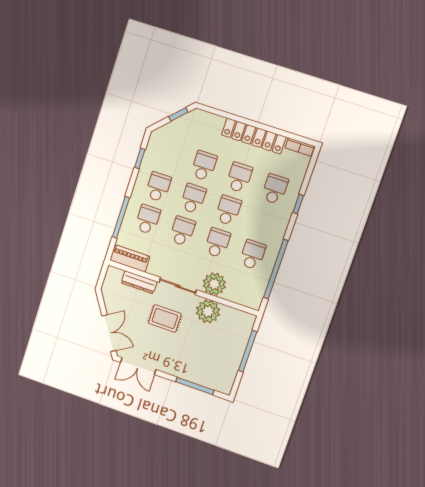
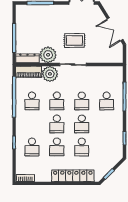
locker: (254, 136) -> (73, 176), moved
school desk: (158, 187) -> (107, 124), removed
piano: (130, 258) -> (29, 72), moved
dresser: (139, 282) -> (27, 58), moved
double door: (109, 333) -> (115, 29), moved

